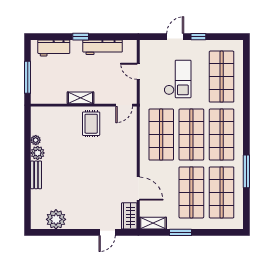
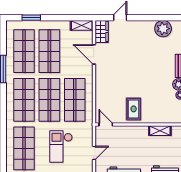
door: (138, 71) -> (94, 153), hinge flipped
shelving: (81, 98) -> (160, 131), moved
door: (124, 105) -> (106, 125), hinge flipped
window: (181, 232) -> (31, 18), moved

